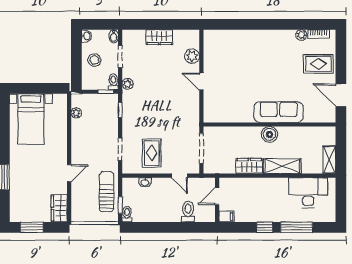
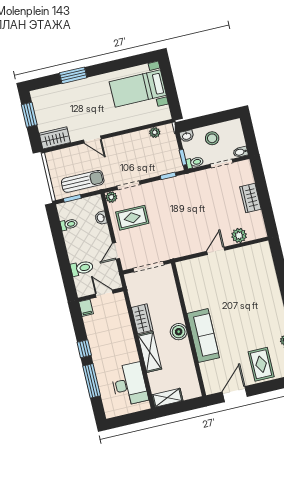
washbasin: (87, 36) -> (187, 136), moved
plant: (128, 84) -> (111, 197), moved
toilet: (127, 214) -> (69, 224), moved

